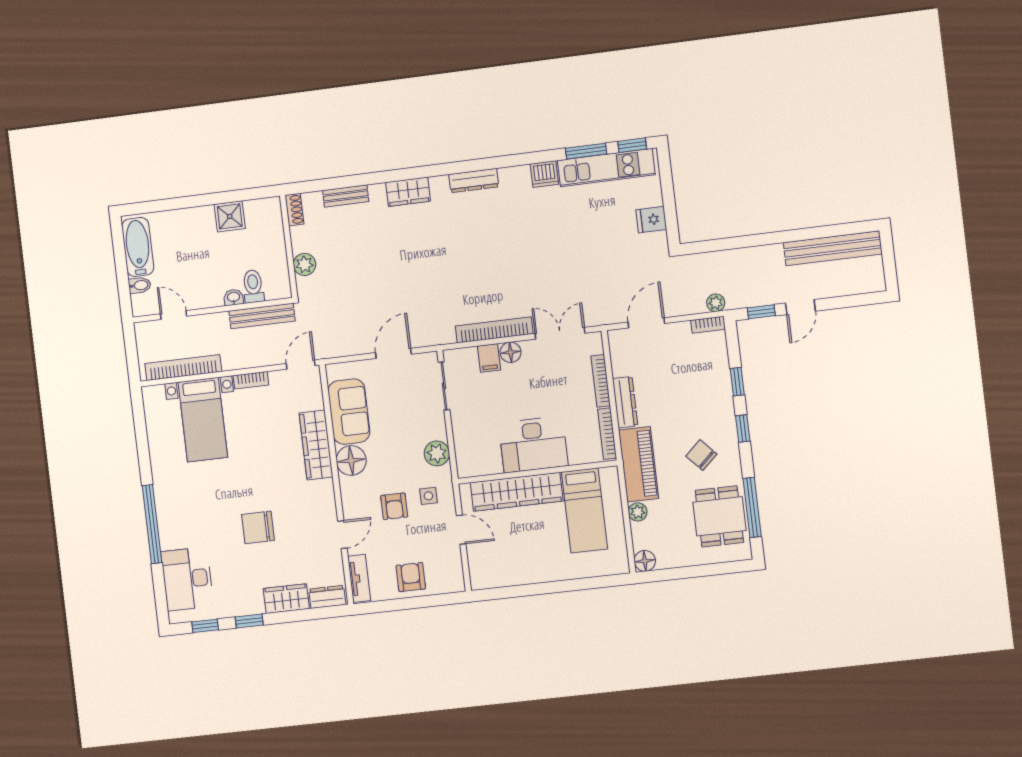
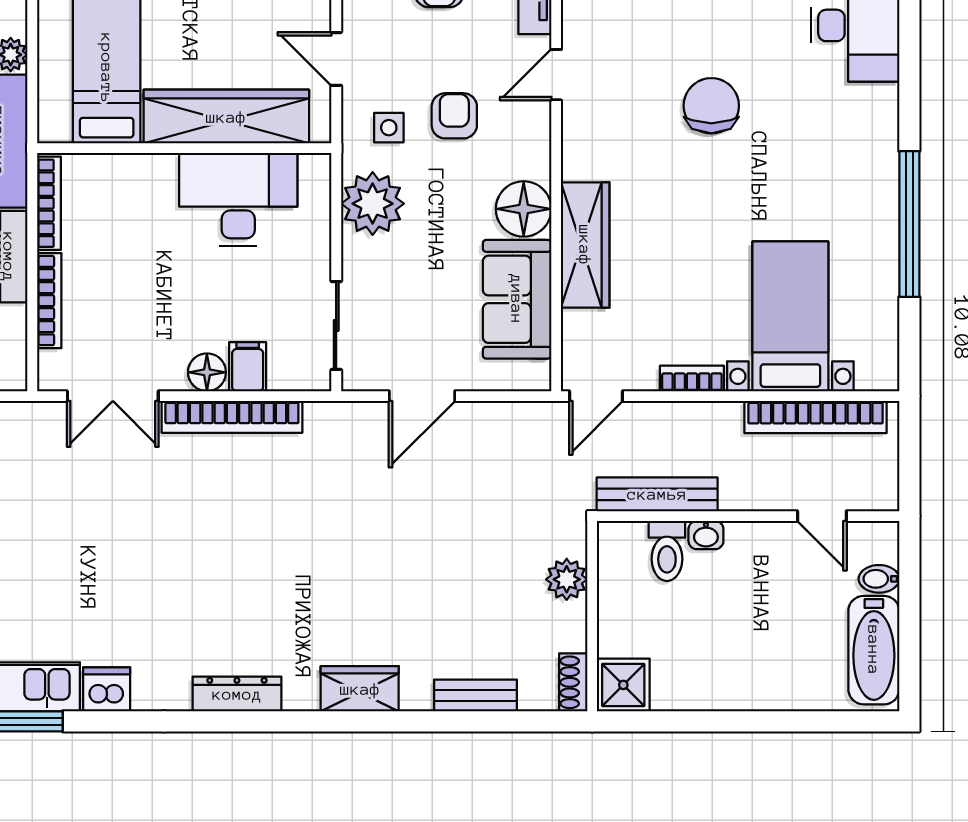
shower: (230, 216) -> (623, 685), moved
desk: (533, 444) -> (238, 199), moved
plant: (437, 453) -> (373, 204), width x1.36, depth x1.36
window: (152, 524) -> (909, 224), moved
chair: (258, 527) -> (711, 106), turned -90

